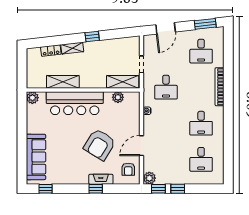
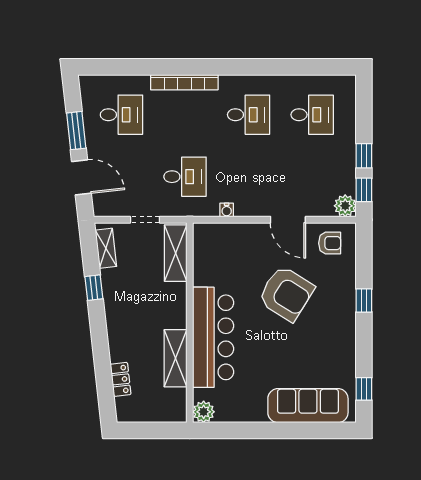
window: (205, 24) -> (76, 131), moved
window: (92, 37) -> (94, 288), moved
shelving: (72, 48) -> (106, 248), moved
plant: (118, 97) -> (203, 261), removed
fireplace: (101, 179) -> (347, 291), removed

